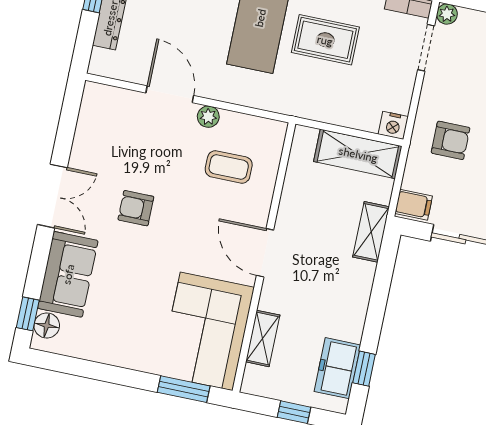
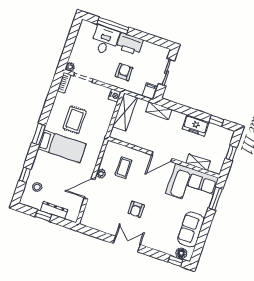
sofa: (68, 274) -> (191, 229), moved, turned -90
freezer: (337, 368) -> (196, 126), moved

